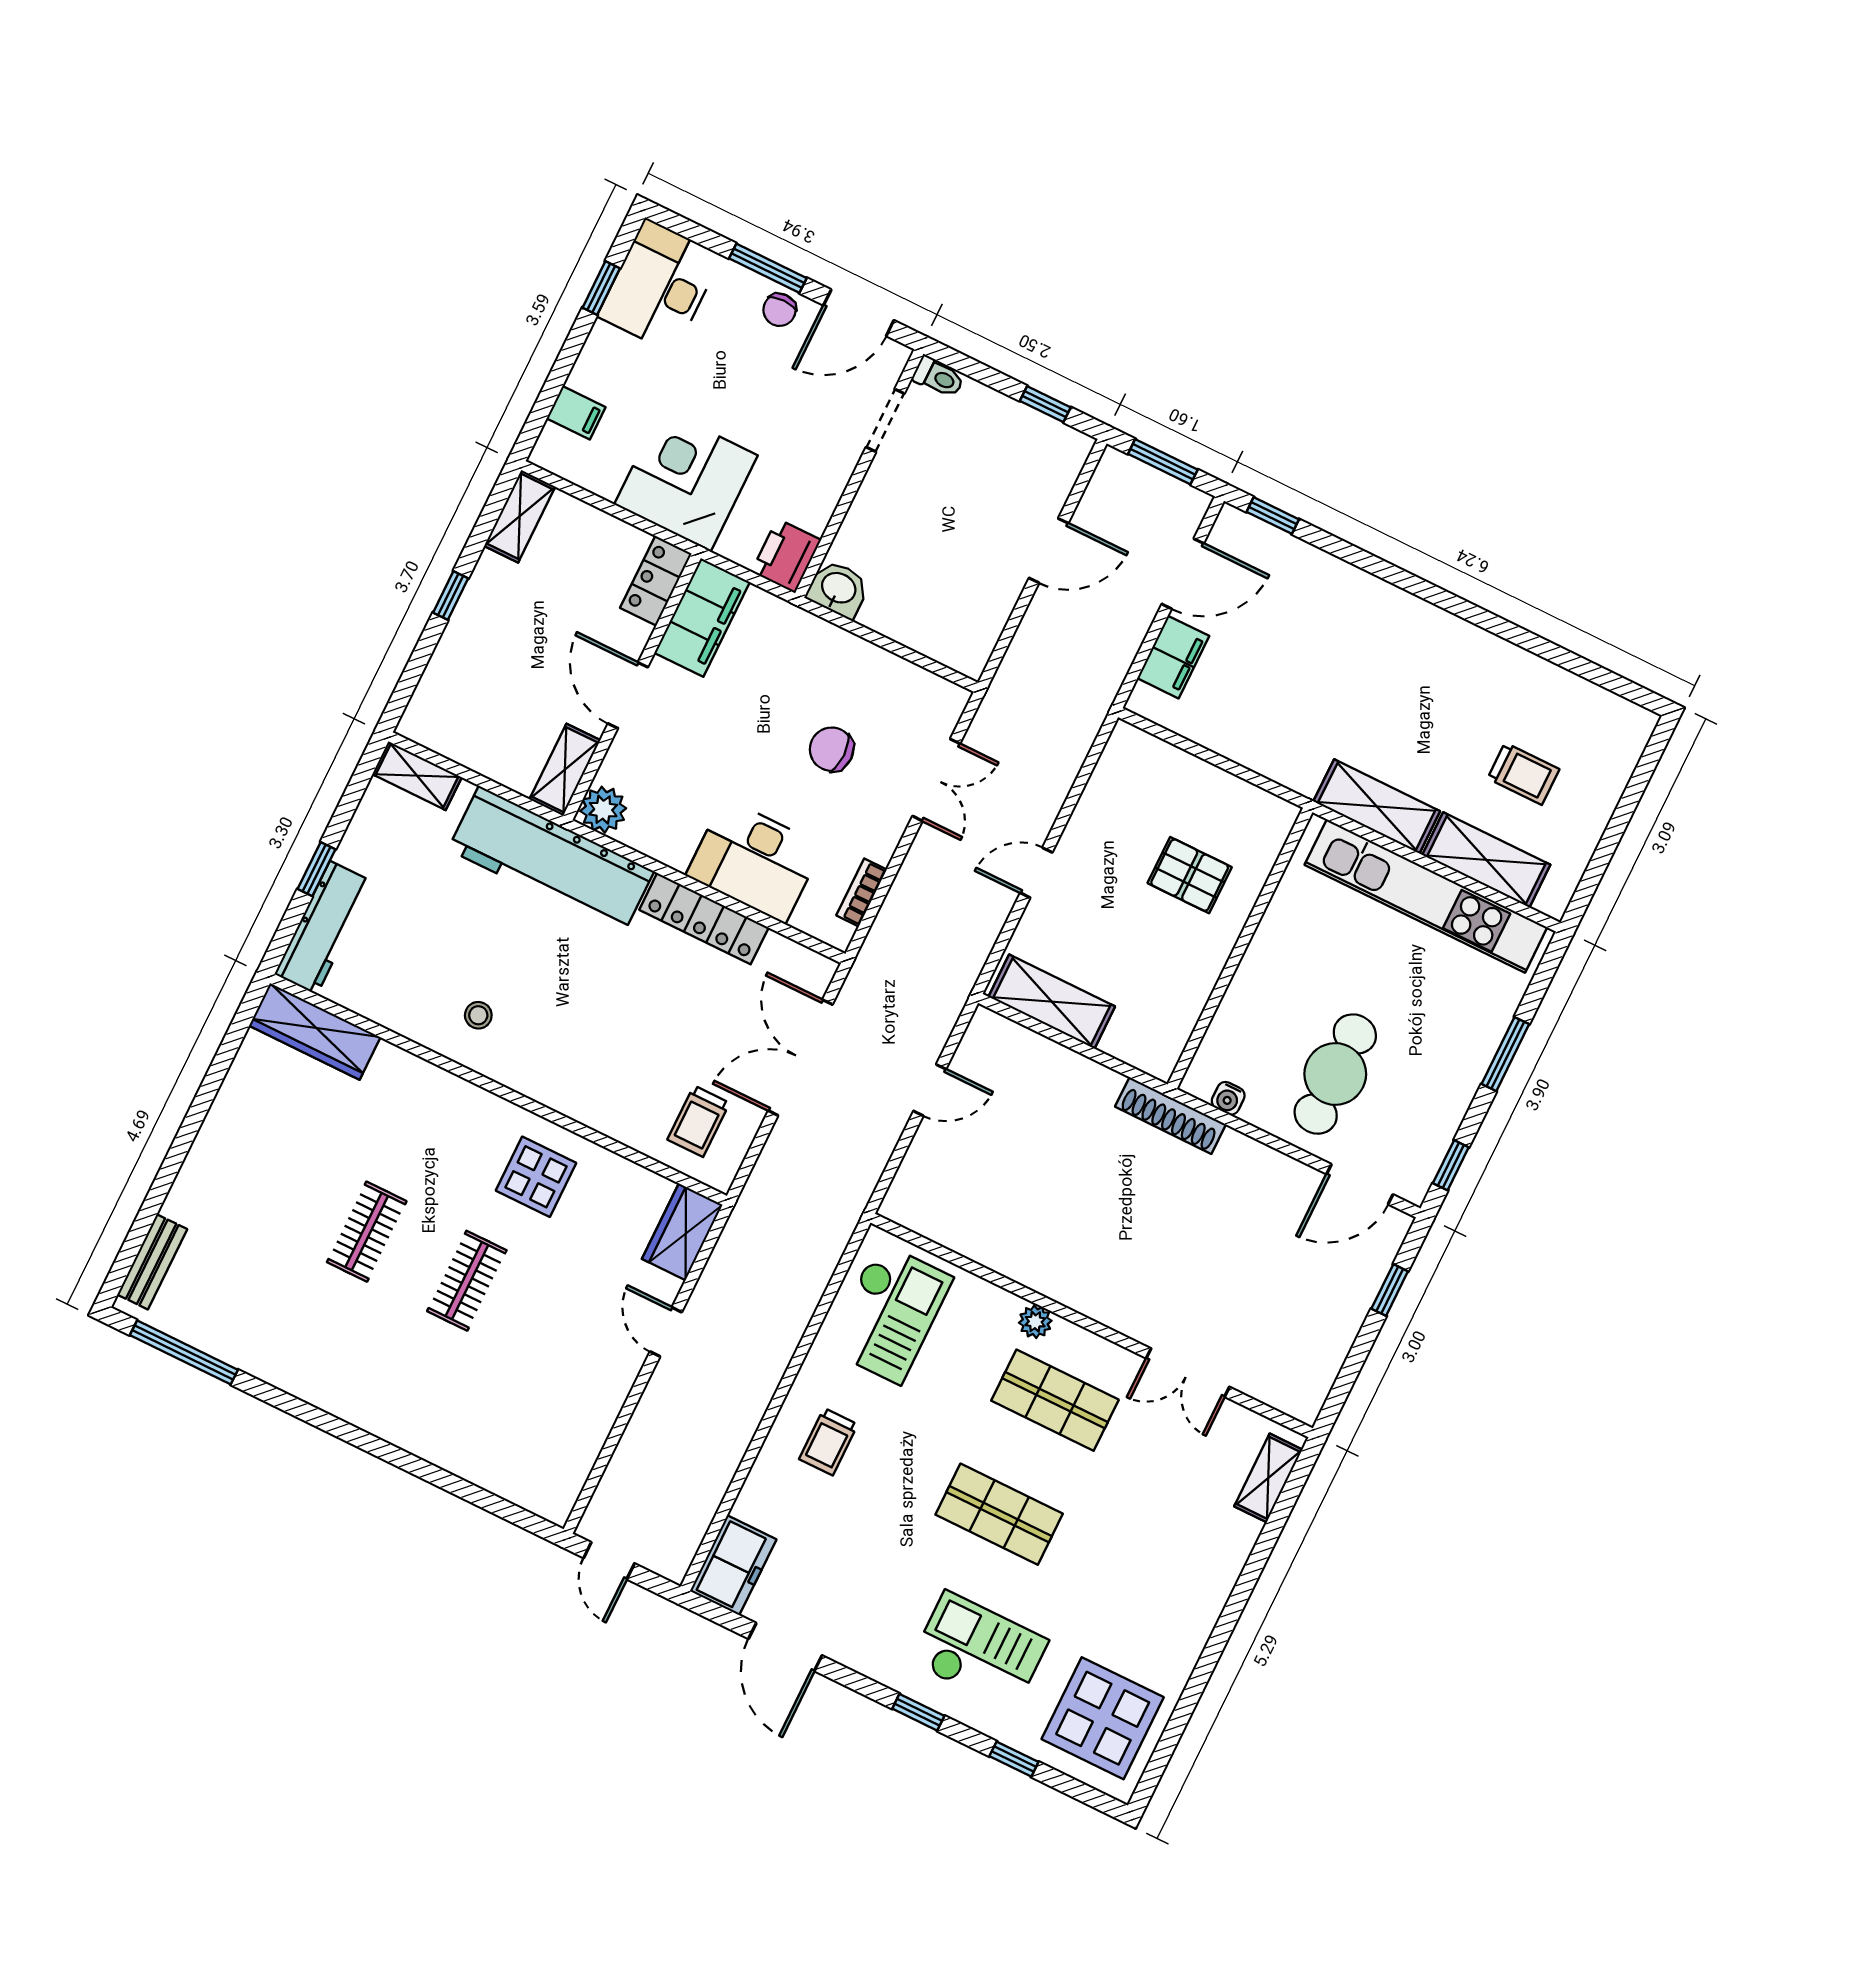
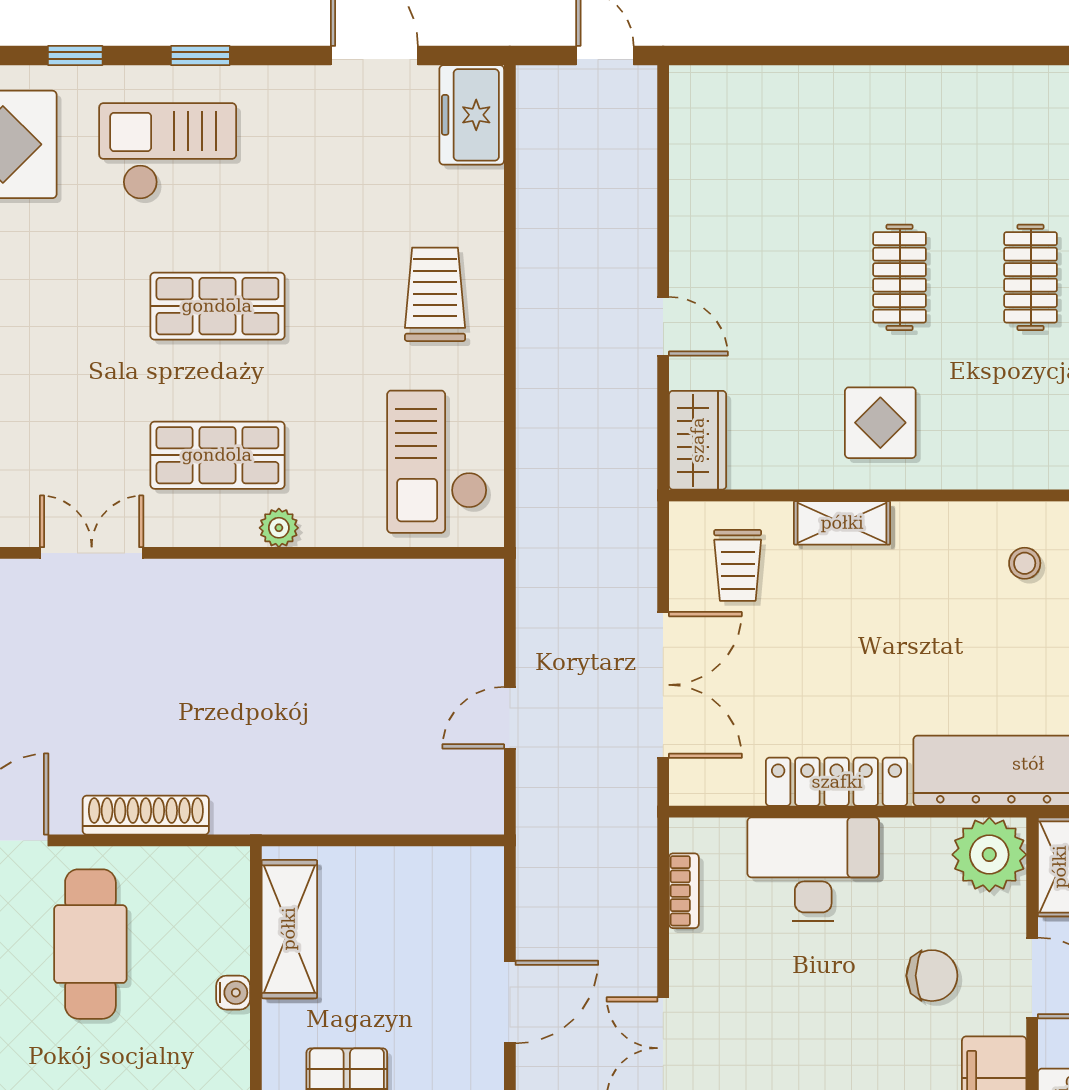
chair: (832, 749) -> (932, 976), moved
plant: (603, 810) -> (989, 855), width x1.36, depth x1.36
door: (1036, 873) -> (510, 1002), width x1.38
shelving: (1052, 1002) -> (289, 929), moved, turned 90
water cooler: (1228, 1098) -> (233, 993), moved, turned 90
shelving: (603, 1115) -> (842, 523), added
shoe rack: (1170, 1115) -> (146, 815), moved
trolley: (698, 1121) -> (738, 565), turned 180
trolley: (828, 1442) -> (435, 294), width x1.36, depth x1.39
checkout: (979, 1651) -> (168, 151), turned 180

